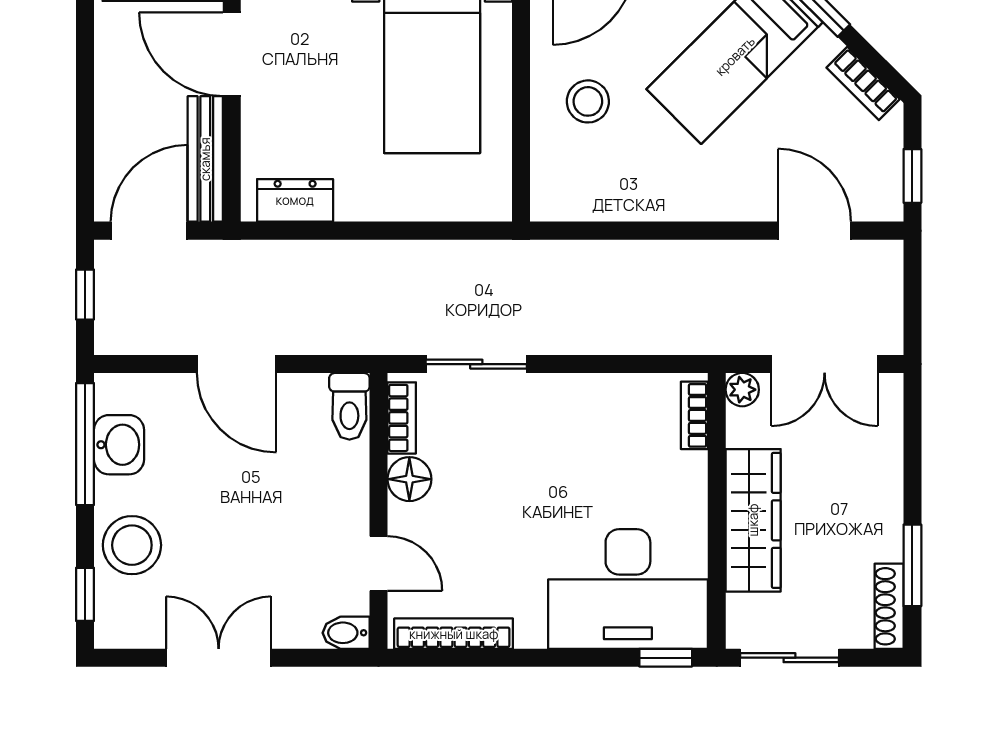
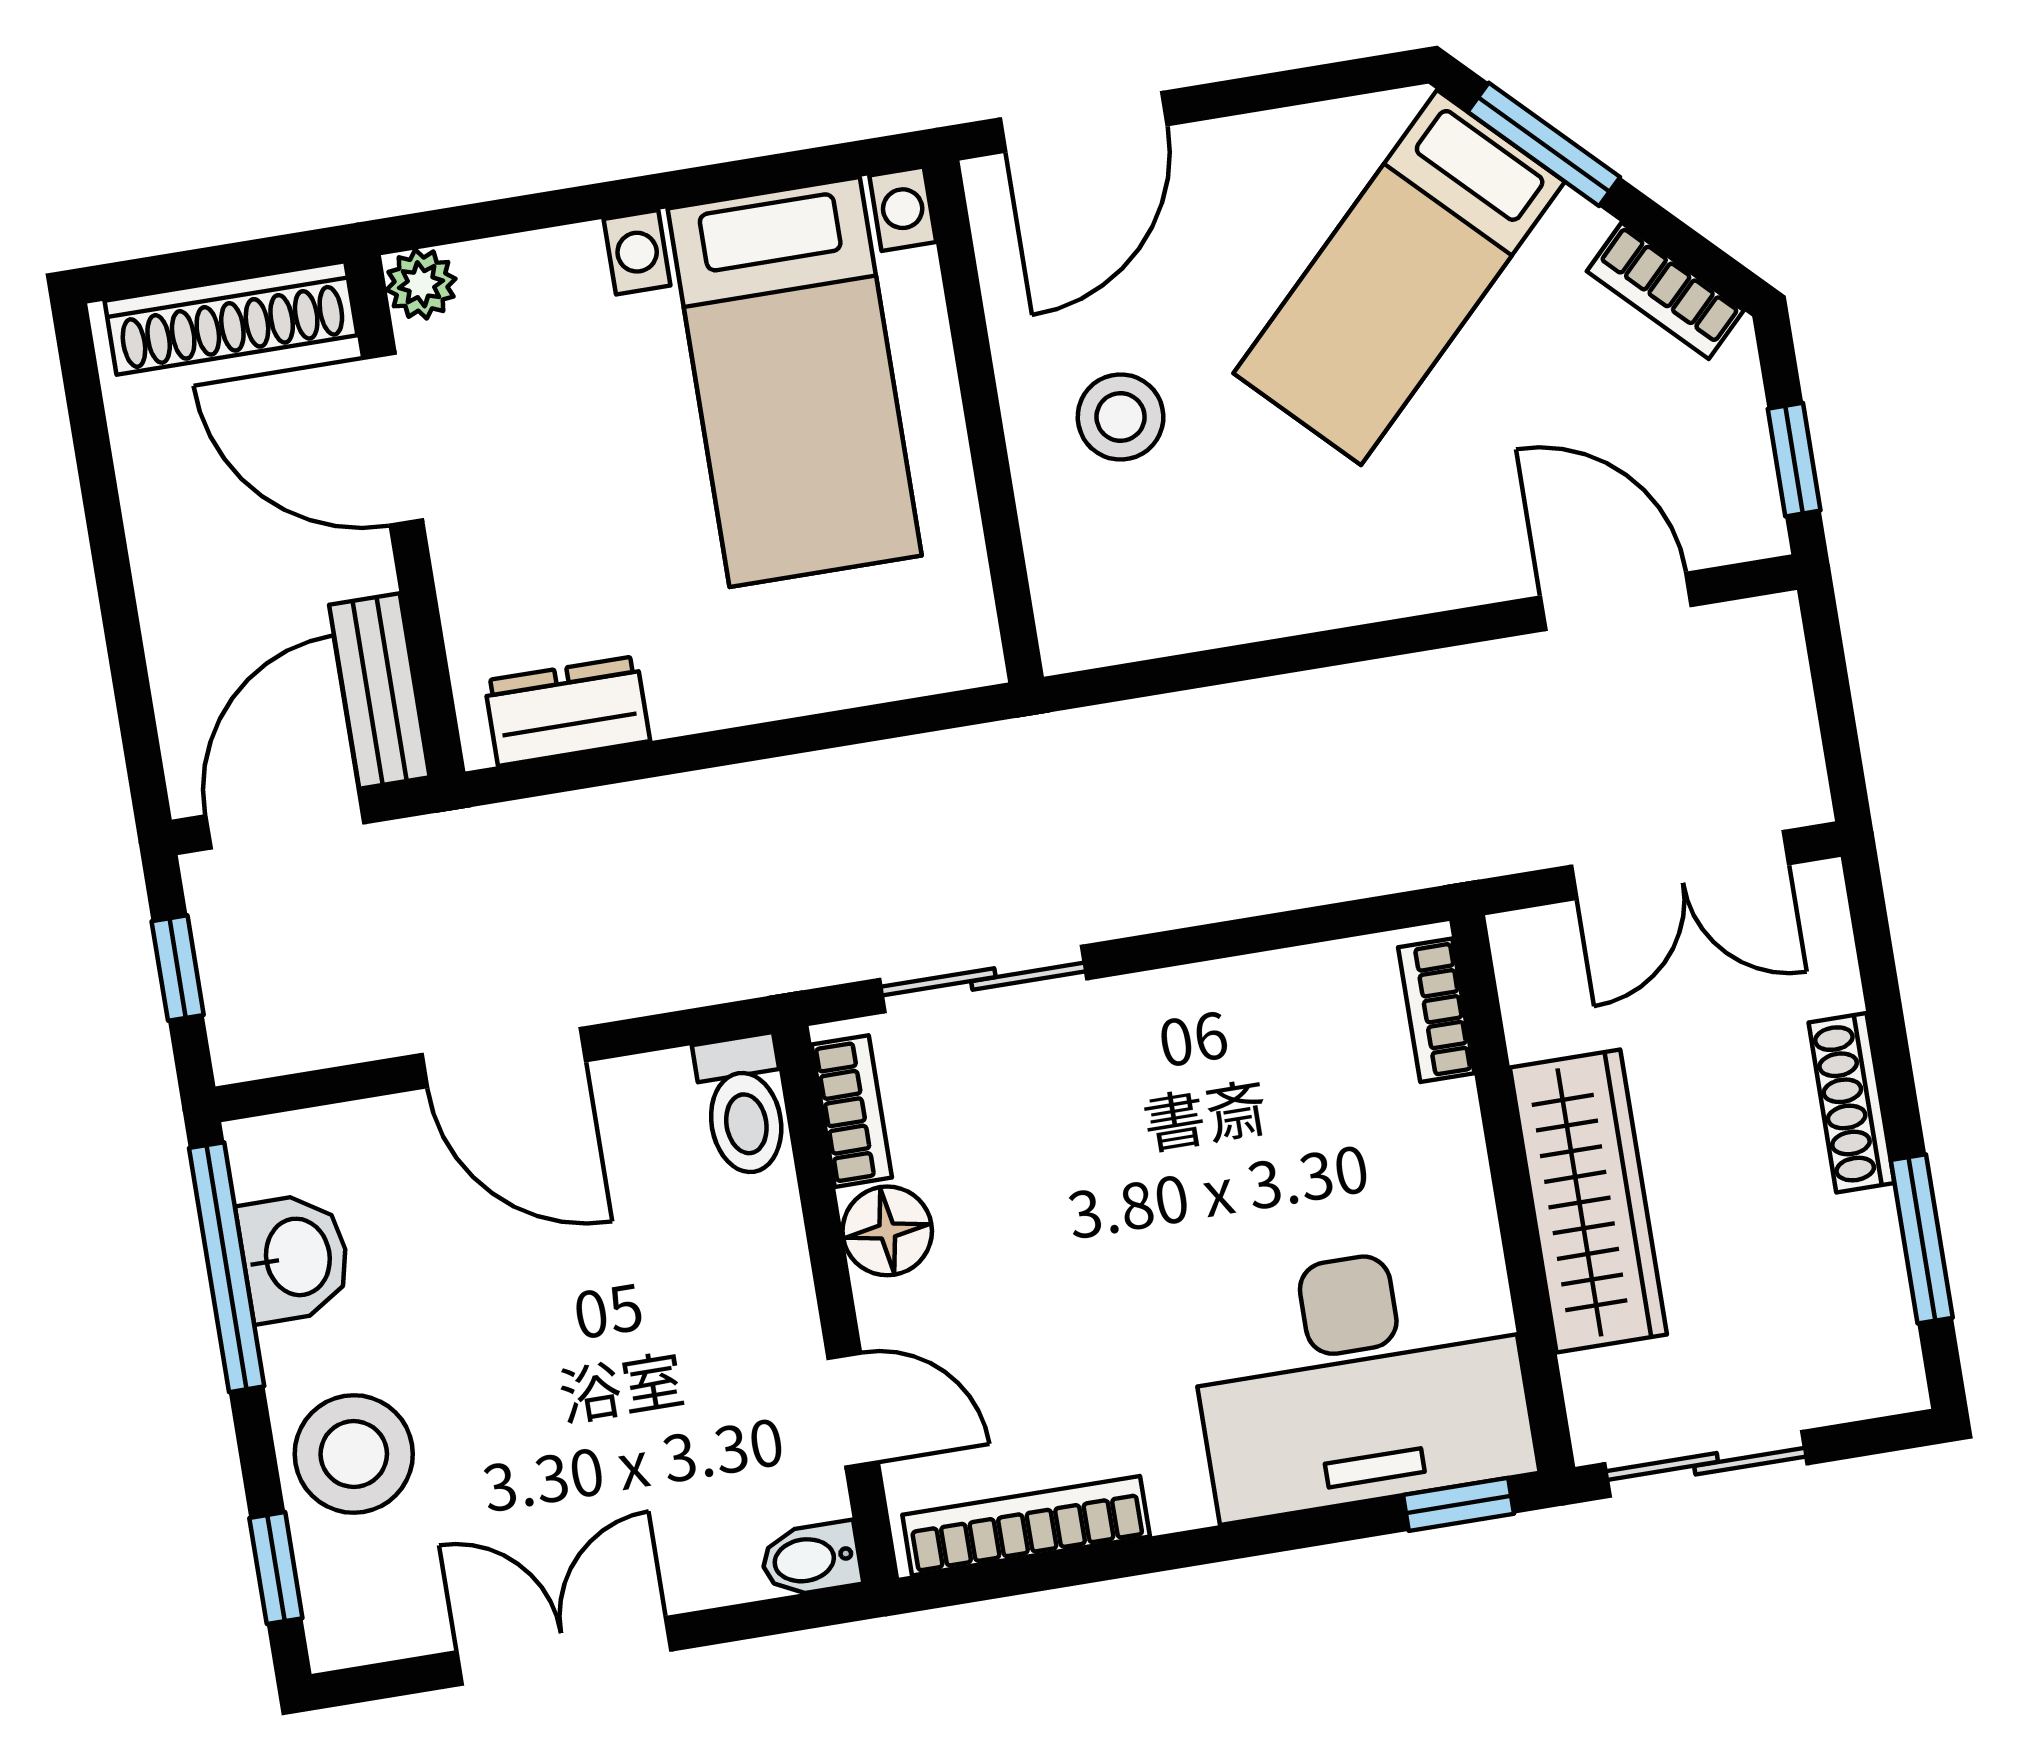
bench: (205, 159) -> (379, 691), width x0.73
plant: (742, 390) -> (1524, 943), removed
shoe rack: (889, 606) -> (1851, 1103), moved

